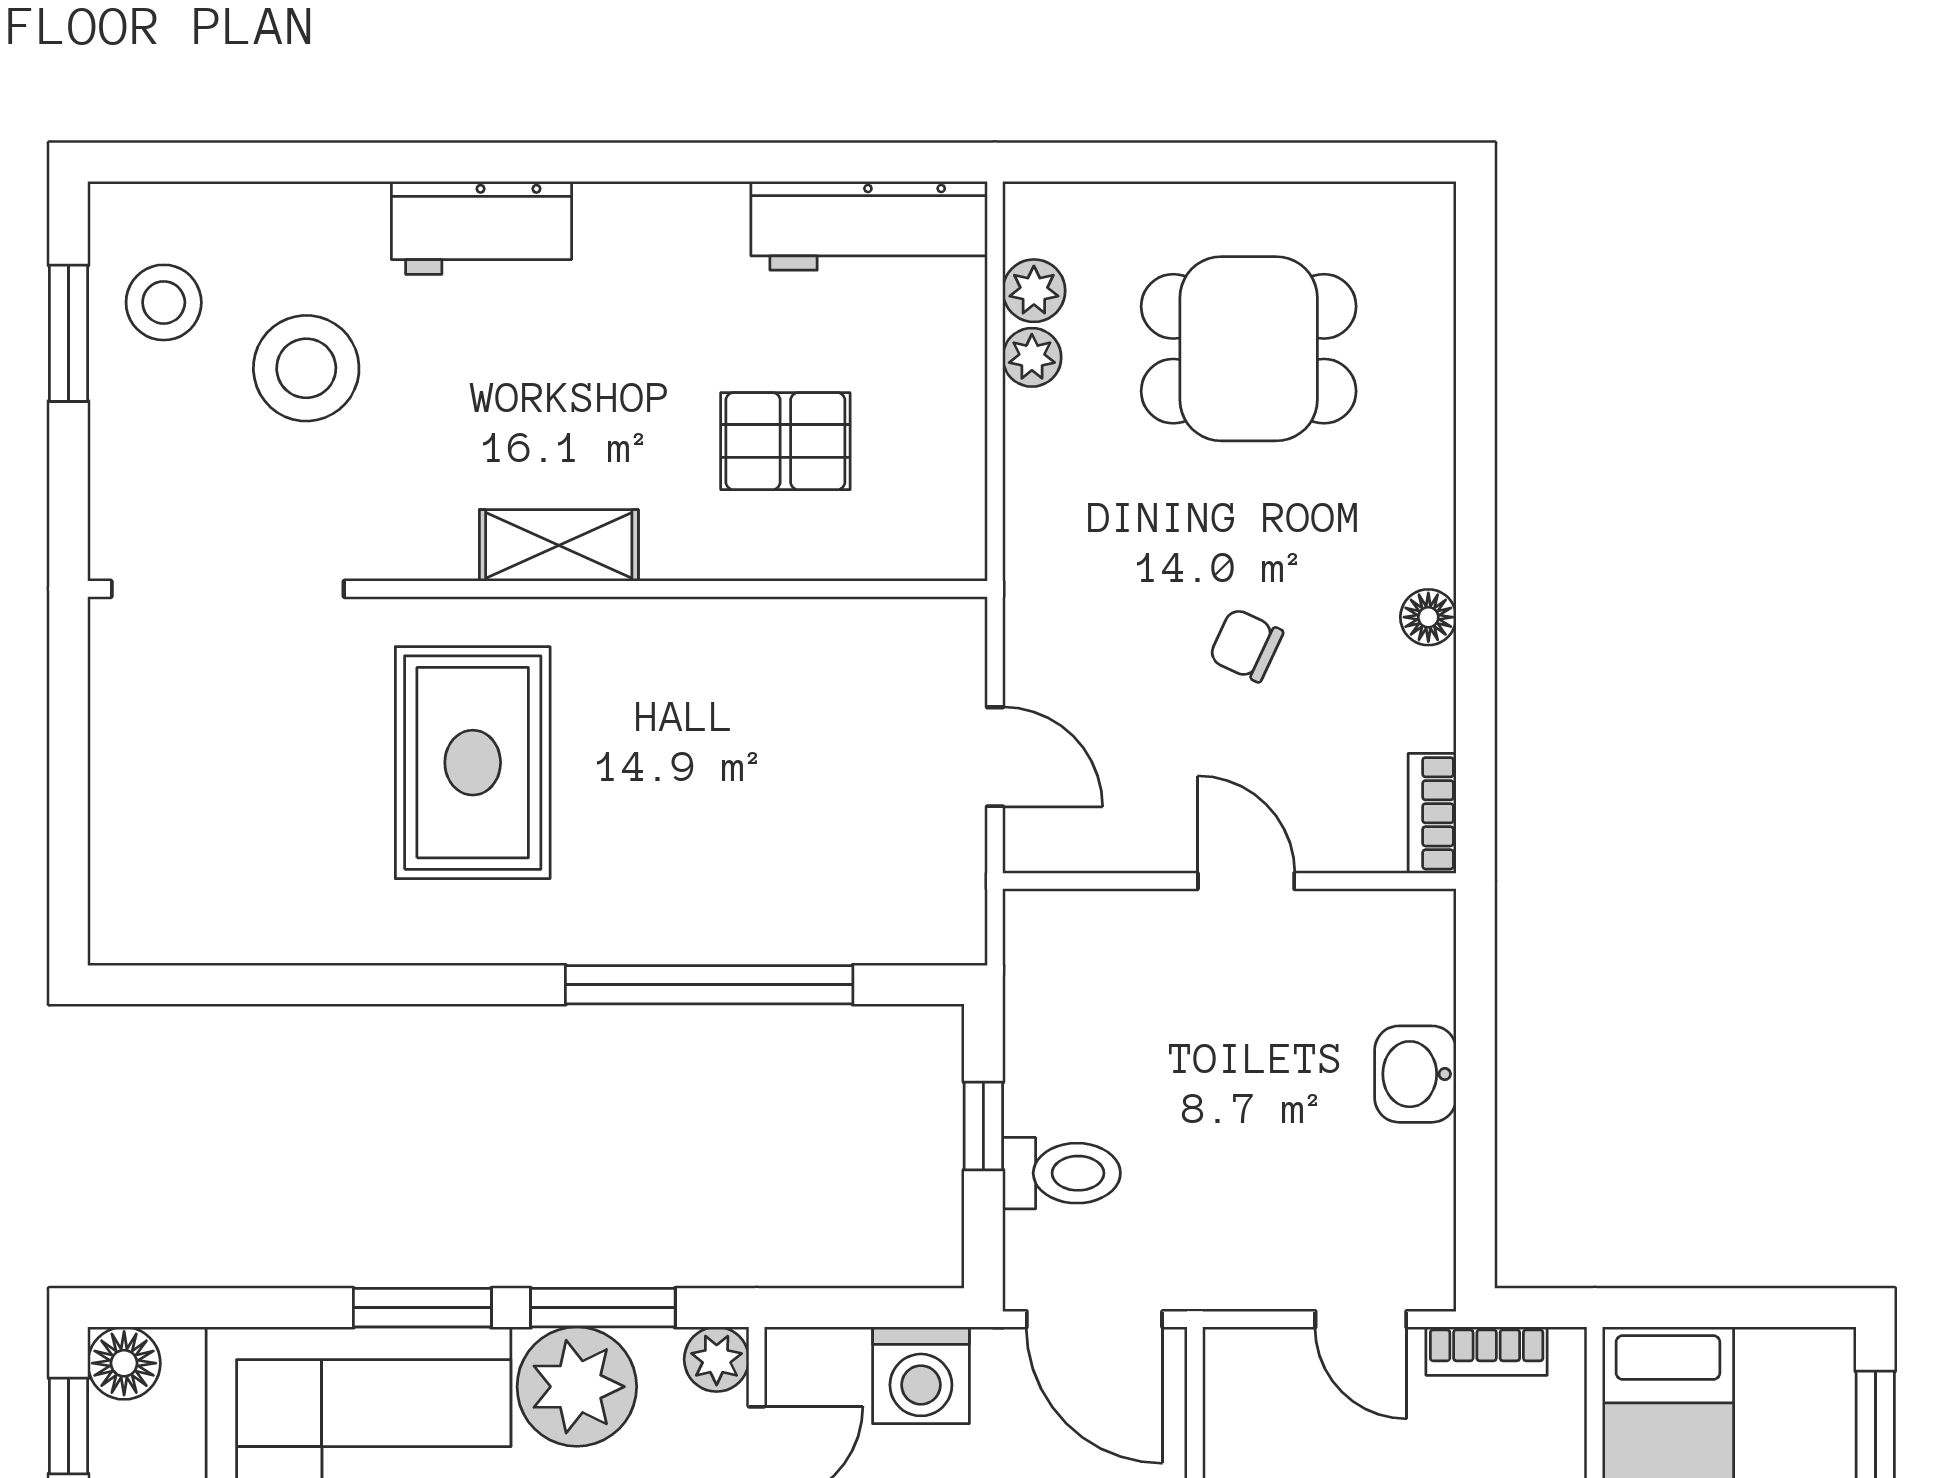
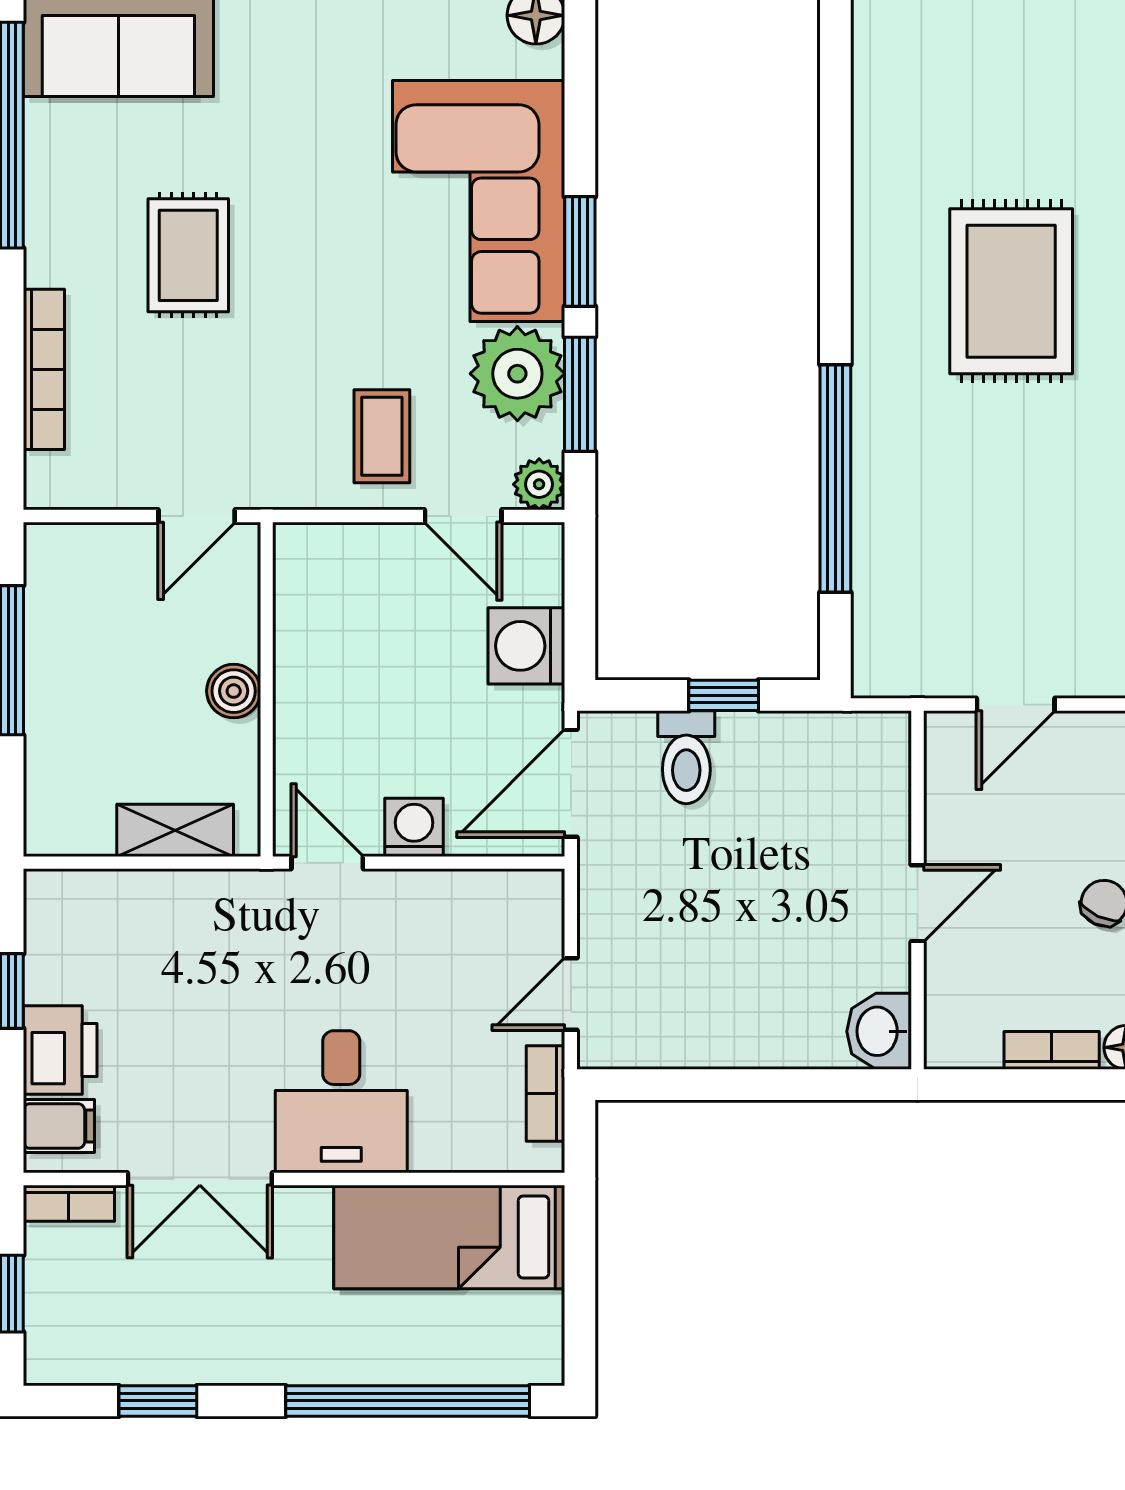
rug: (473, 763) -> (1011, 291), turned 90
bookcase: (1432, 813) -> (1052, 1050), moved
washbasin: (1415, 1074) -> (879, 1031), moved, turned -90

